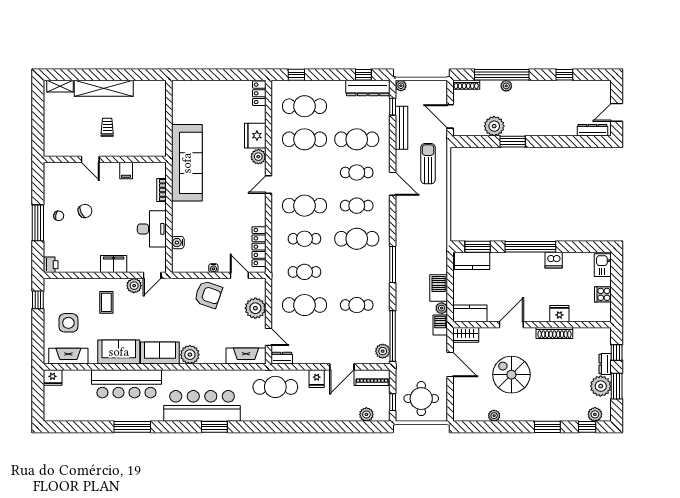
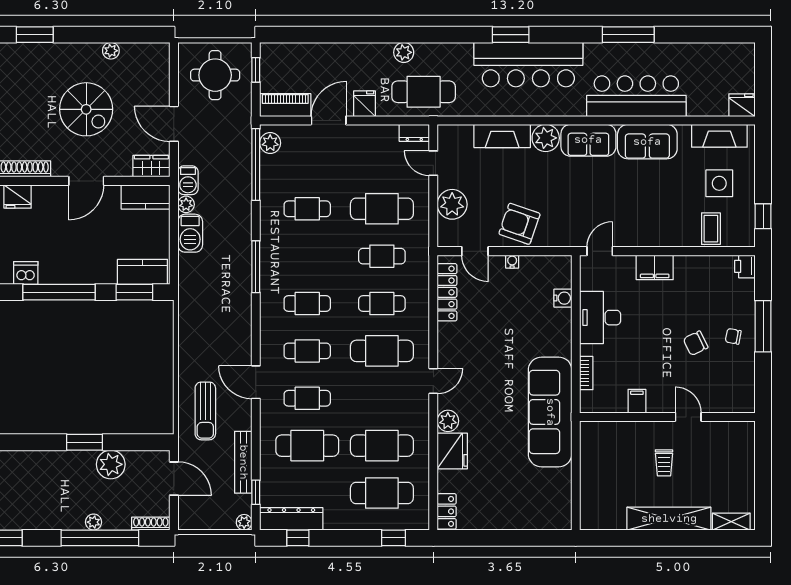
cafe table: (357, 239) -> (307, 304), width x0.73, depth x0.74
plant: (134, 286) -> (625, 237), removed
coffee table: (106, 302) -> (711, 229), moved
fireplace: (246, 356) -> (502, 136), moved
plant: (366, 414) -> (404, 52), moved

